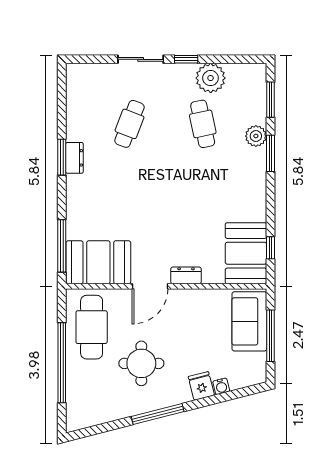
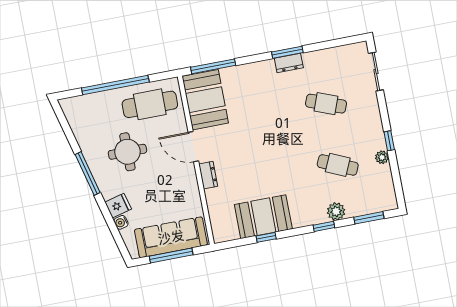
sliding door: (141, 59) -> (376, 72), moved
plant: (211, 78) -> (382, 157), width x0.53, depth x0.53
cafe table: (203, 124) -> (338, 165), turned 36
window: (270, 153) -> (324, 226), width x0.67
window: (270, 248) -> (266, 237), moved
booth: (246, 253) -> (263, 217), moved
sofa: (249, 321) -> (171, 237), width x1.36

